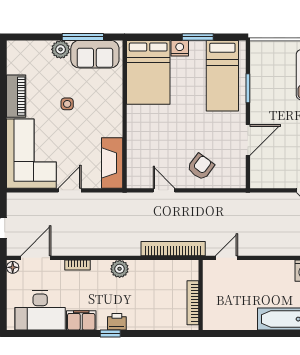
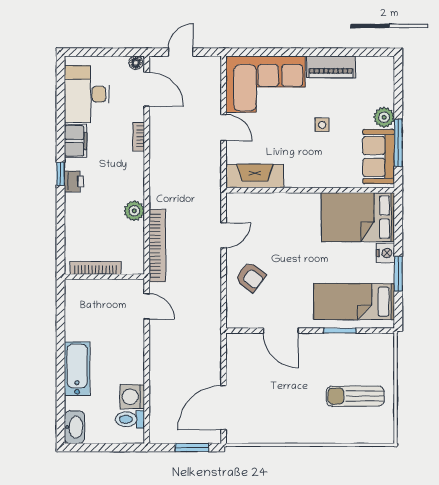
plant: (120, 269) -> (134, 211), moved

